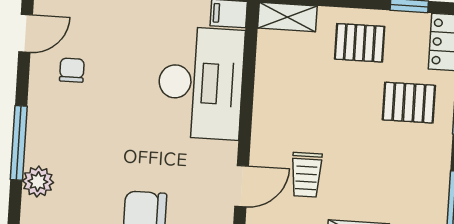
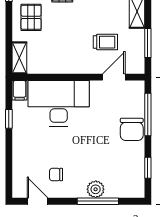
plant: (38, 182) -> (96, 189), moved
door: (242, 186) -> (114, 77), hinge flipped

